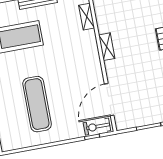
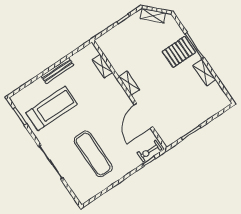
door: (109, 100) -> (144, 116), moved

